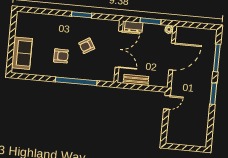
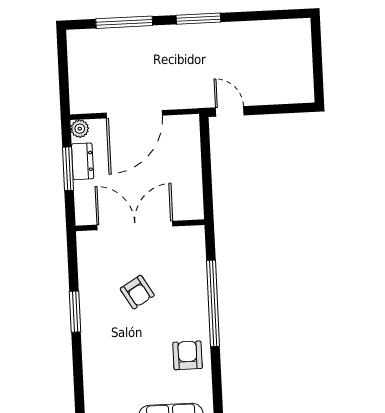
dresser: (134, 27) -> (83, 161), moved
armchair: (61, 56) -> (188, 355), moved
door: (172, 57) -> (134, 114), swing flipped
bench: (136, 80) -> (193, 181), removed

